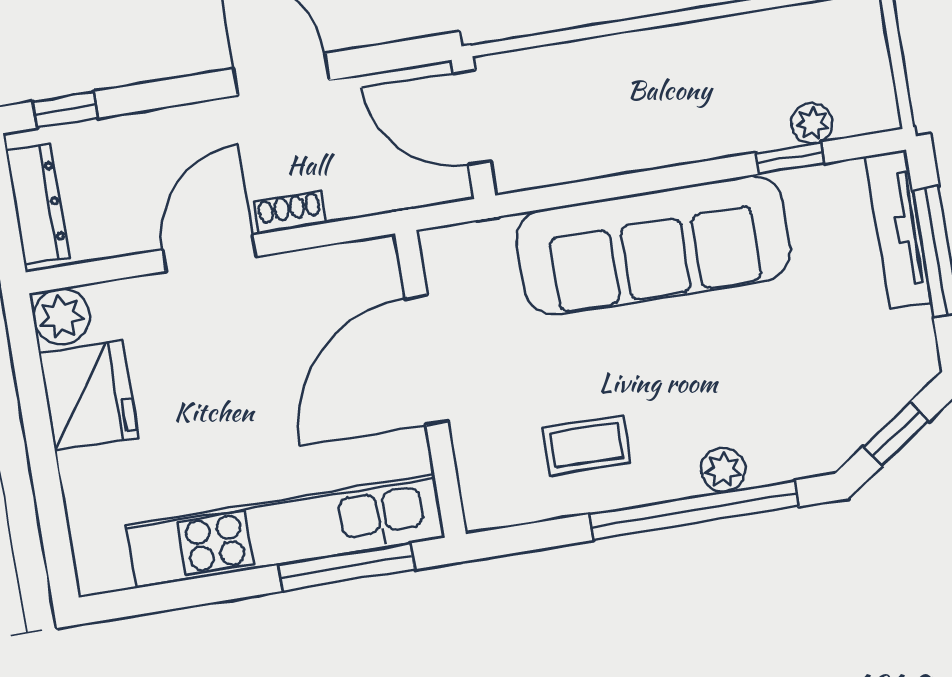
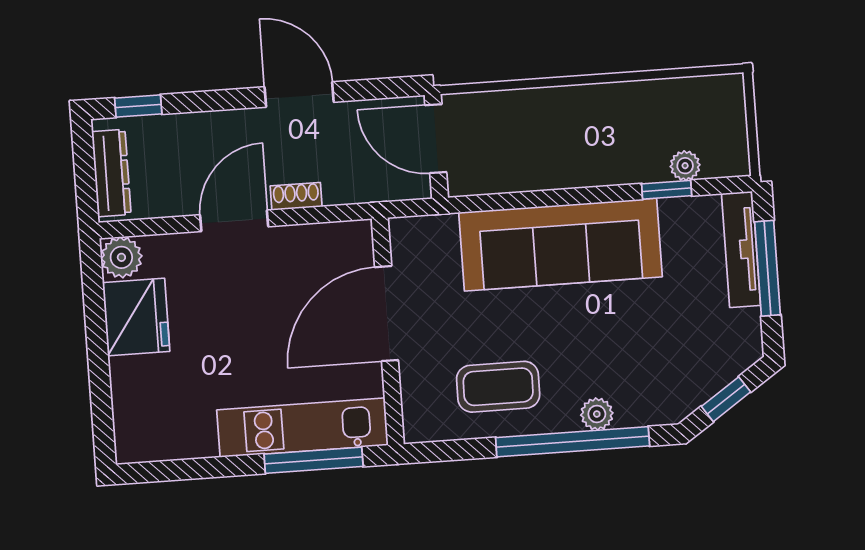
coffee table: (586, 445) -> (498, 387), width x1.36, depth x1.30
kitchen unit: (286, 531) -> (303, 428), width x0.73

